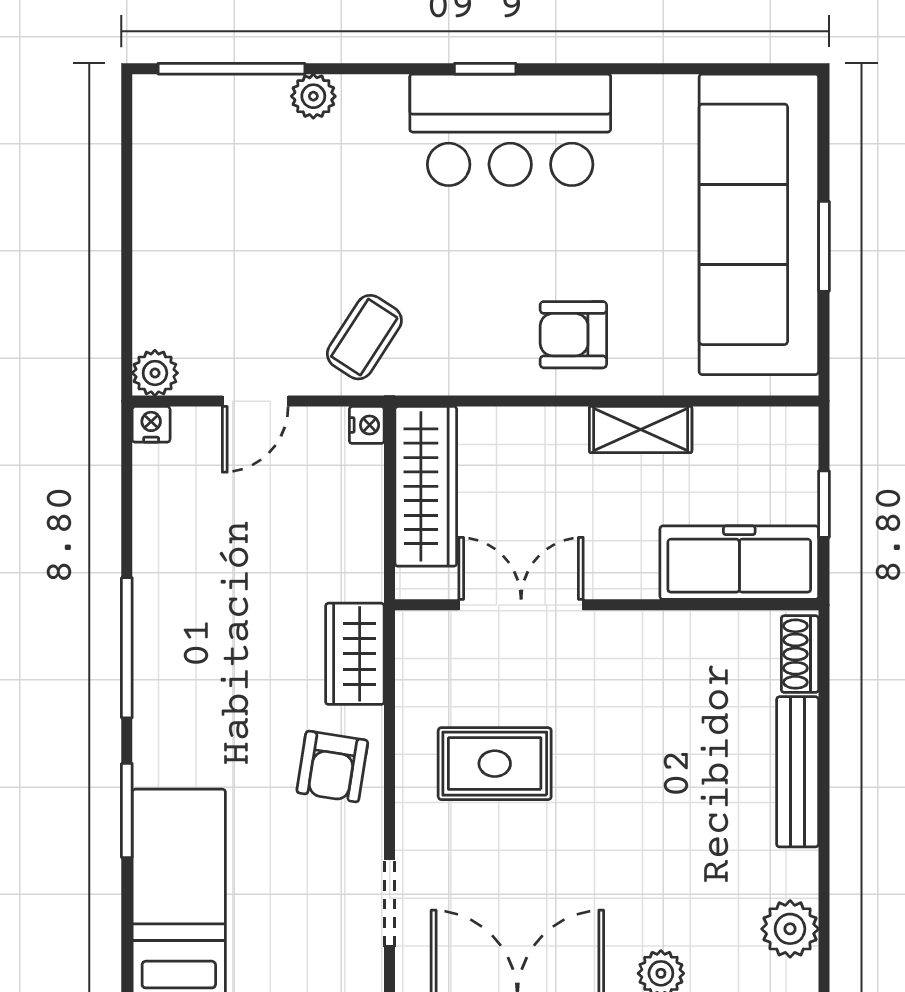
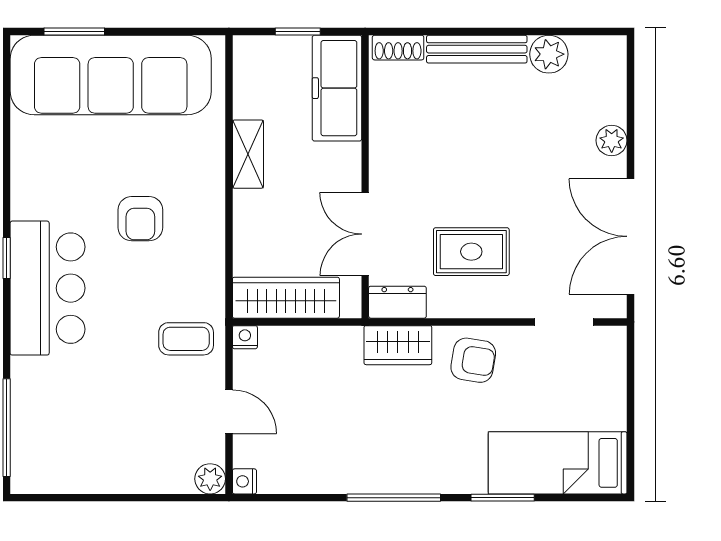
plant: (313, 96) -> (25, 373), removed
bar counter: (510, 130) -> (48, 288), moved
window: (824, 246) -> (74, 32), moved
armchair: (573, 335) -> (140, 219), moved
coffee table: (364, 337) -> (186, 339), turned -33
dresser: (419, 653) -> (397, 302), added
rug: (495, 764) -> (471, 252), turned 90
plant: (790, 929) -> (549, 54), moved

